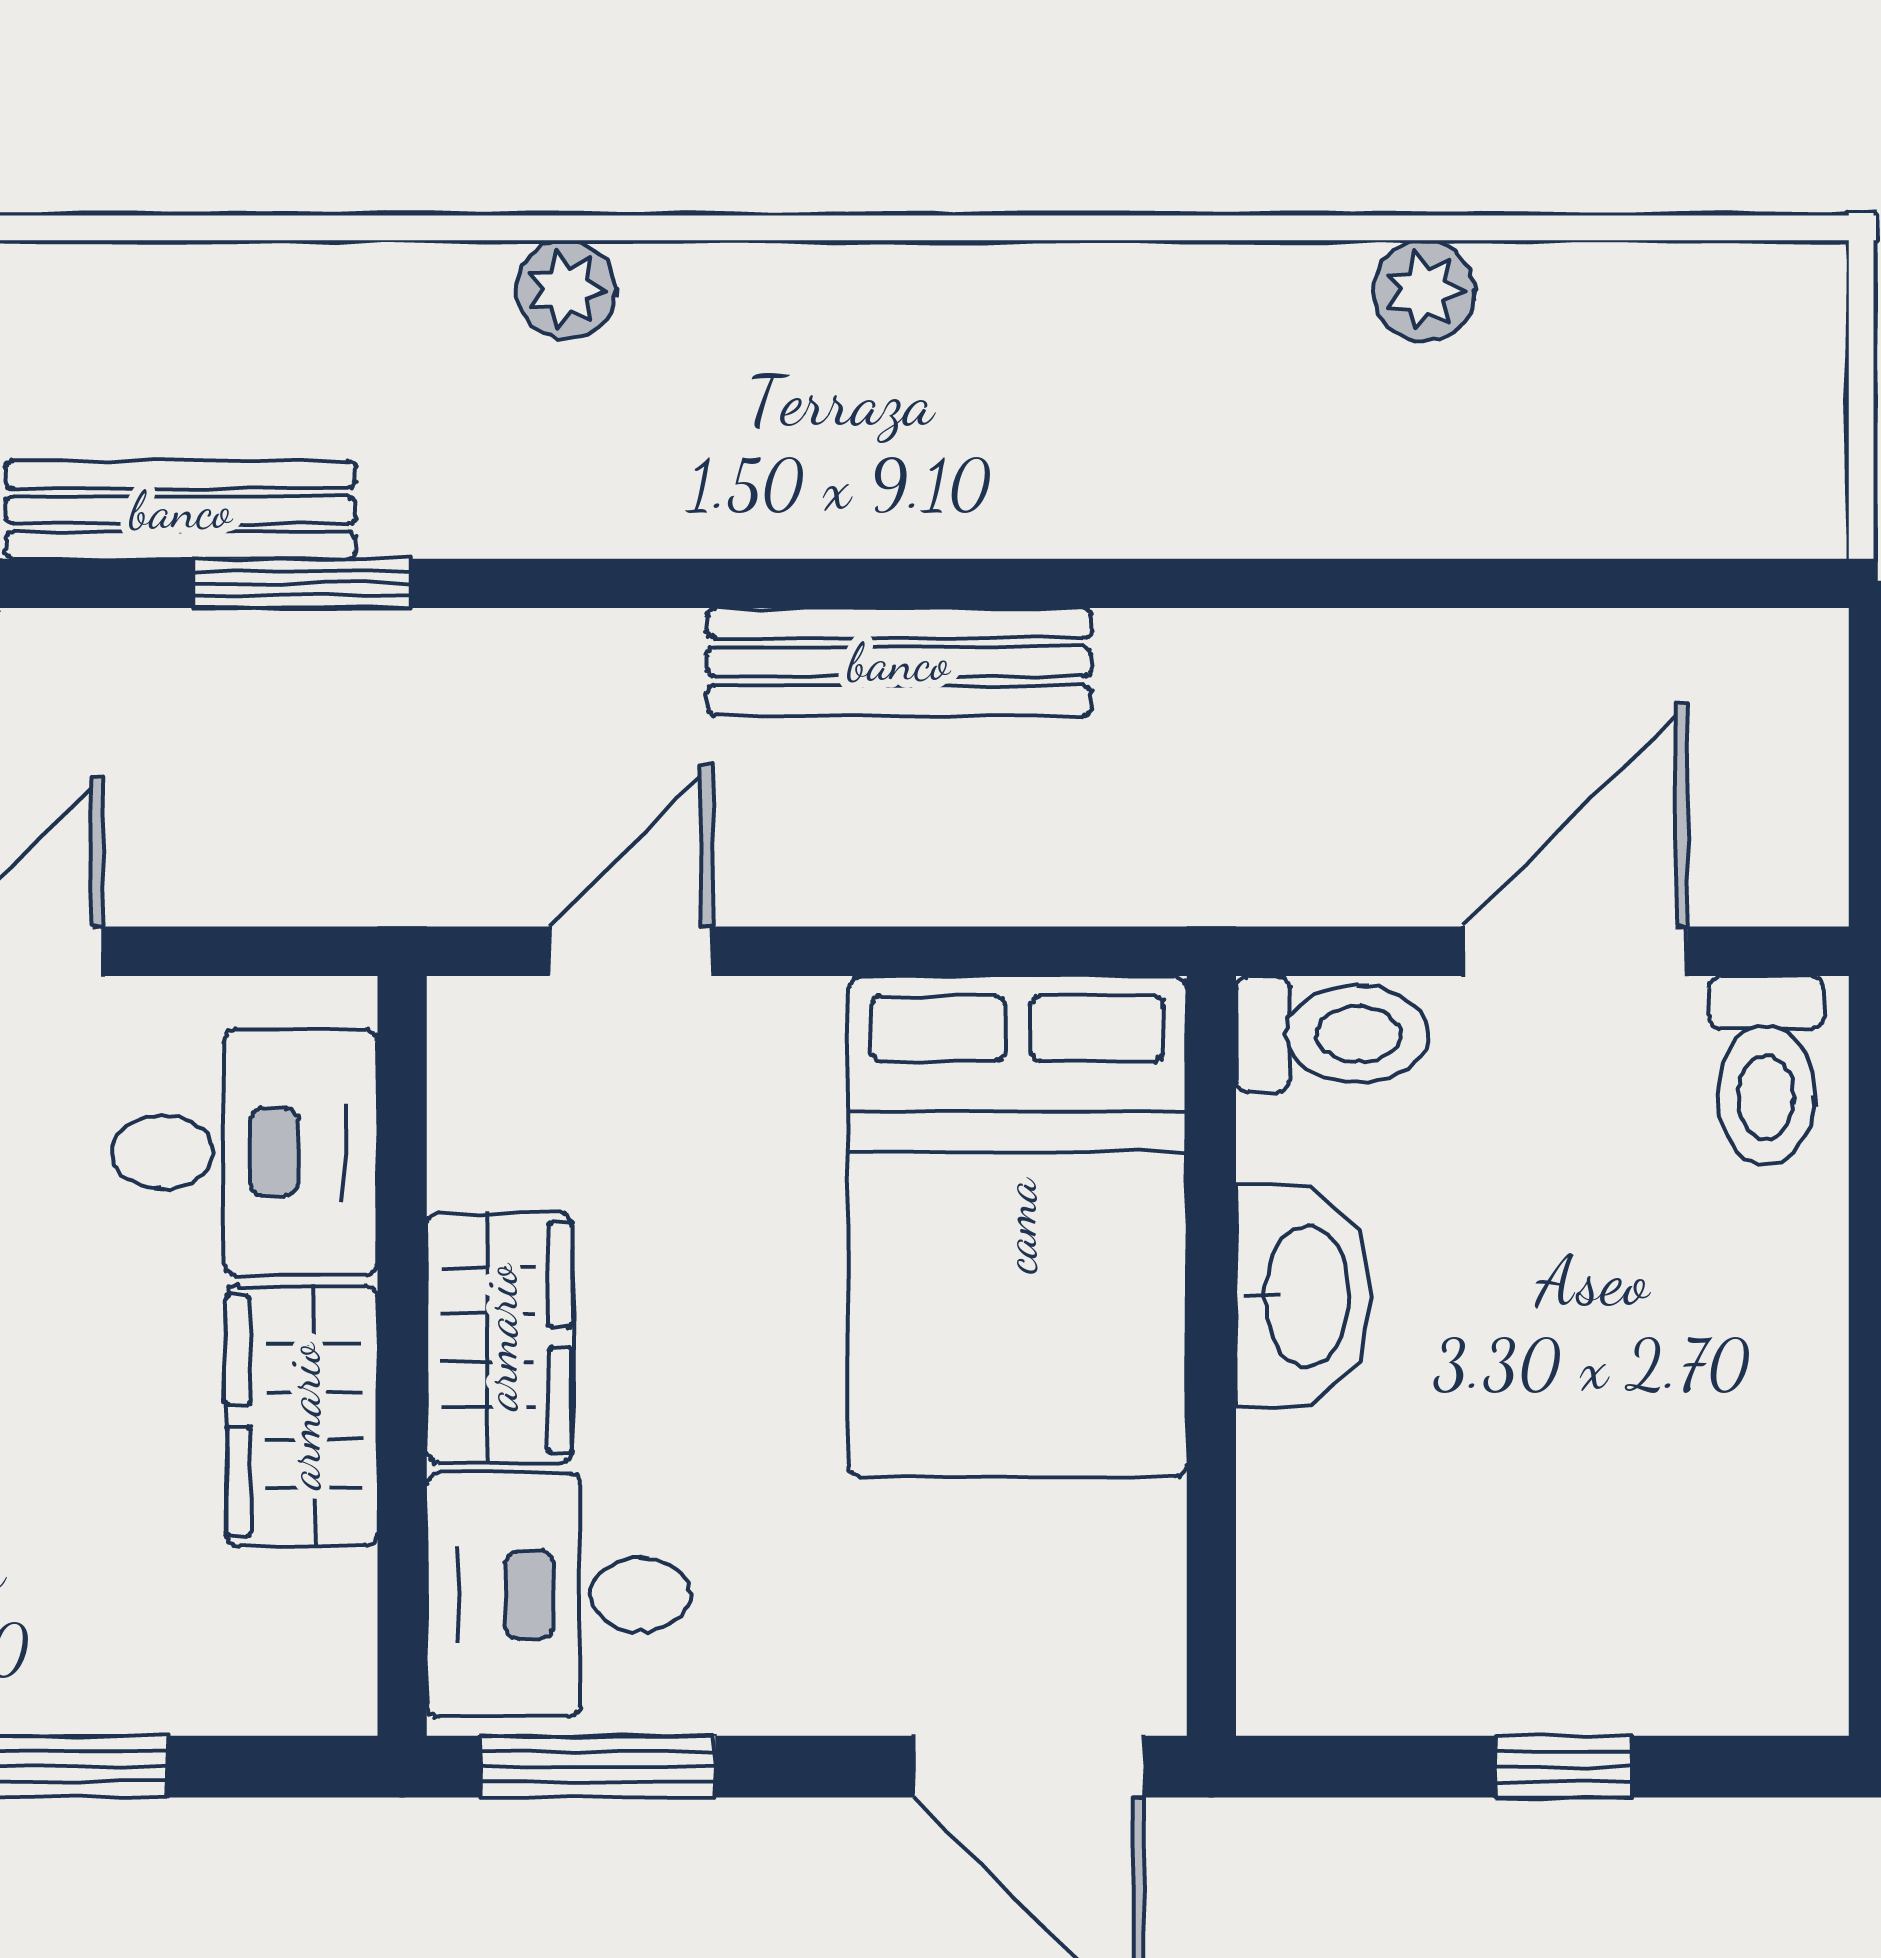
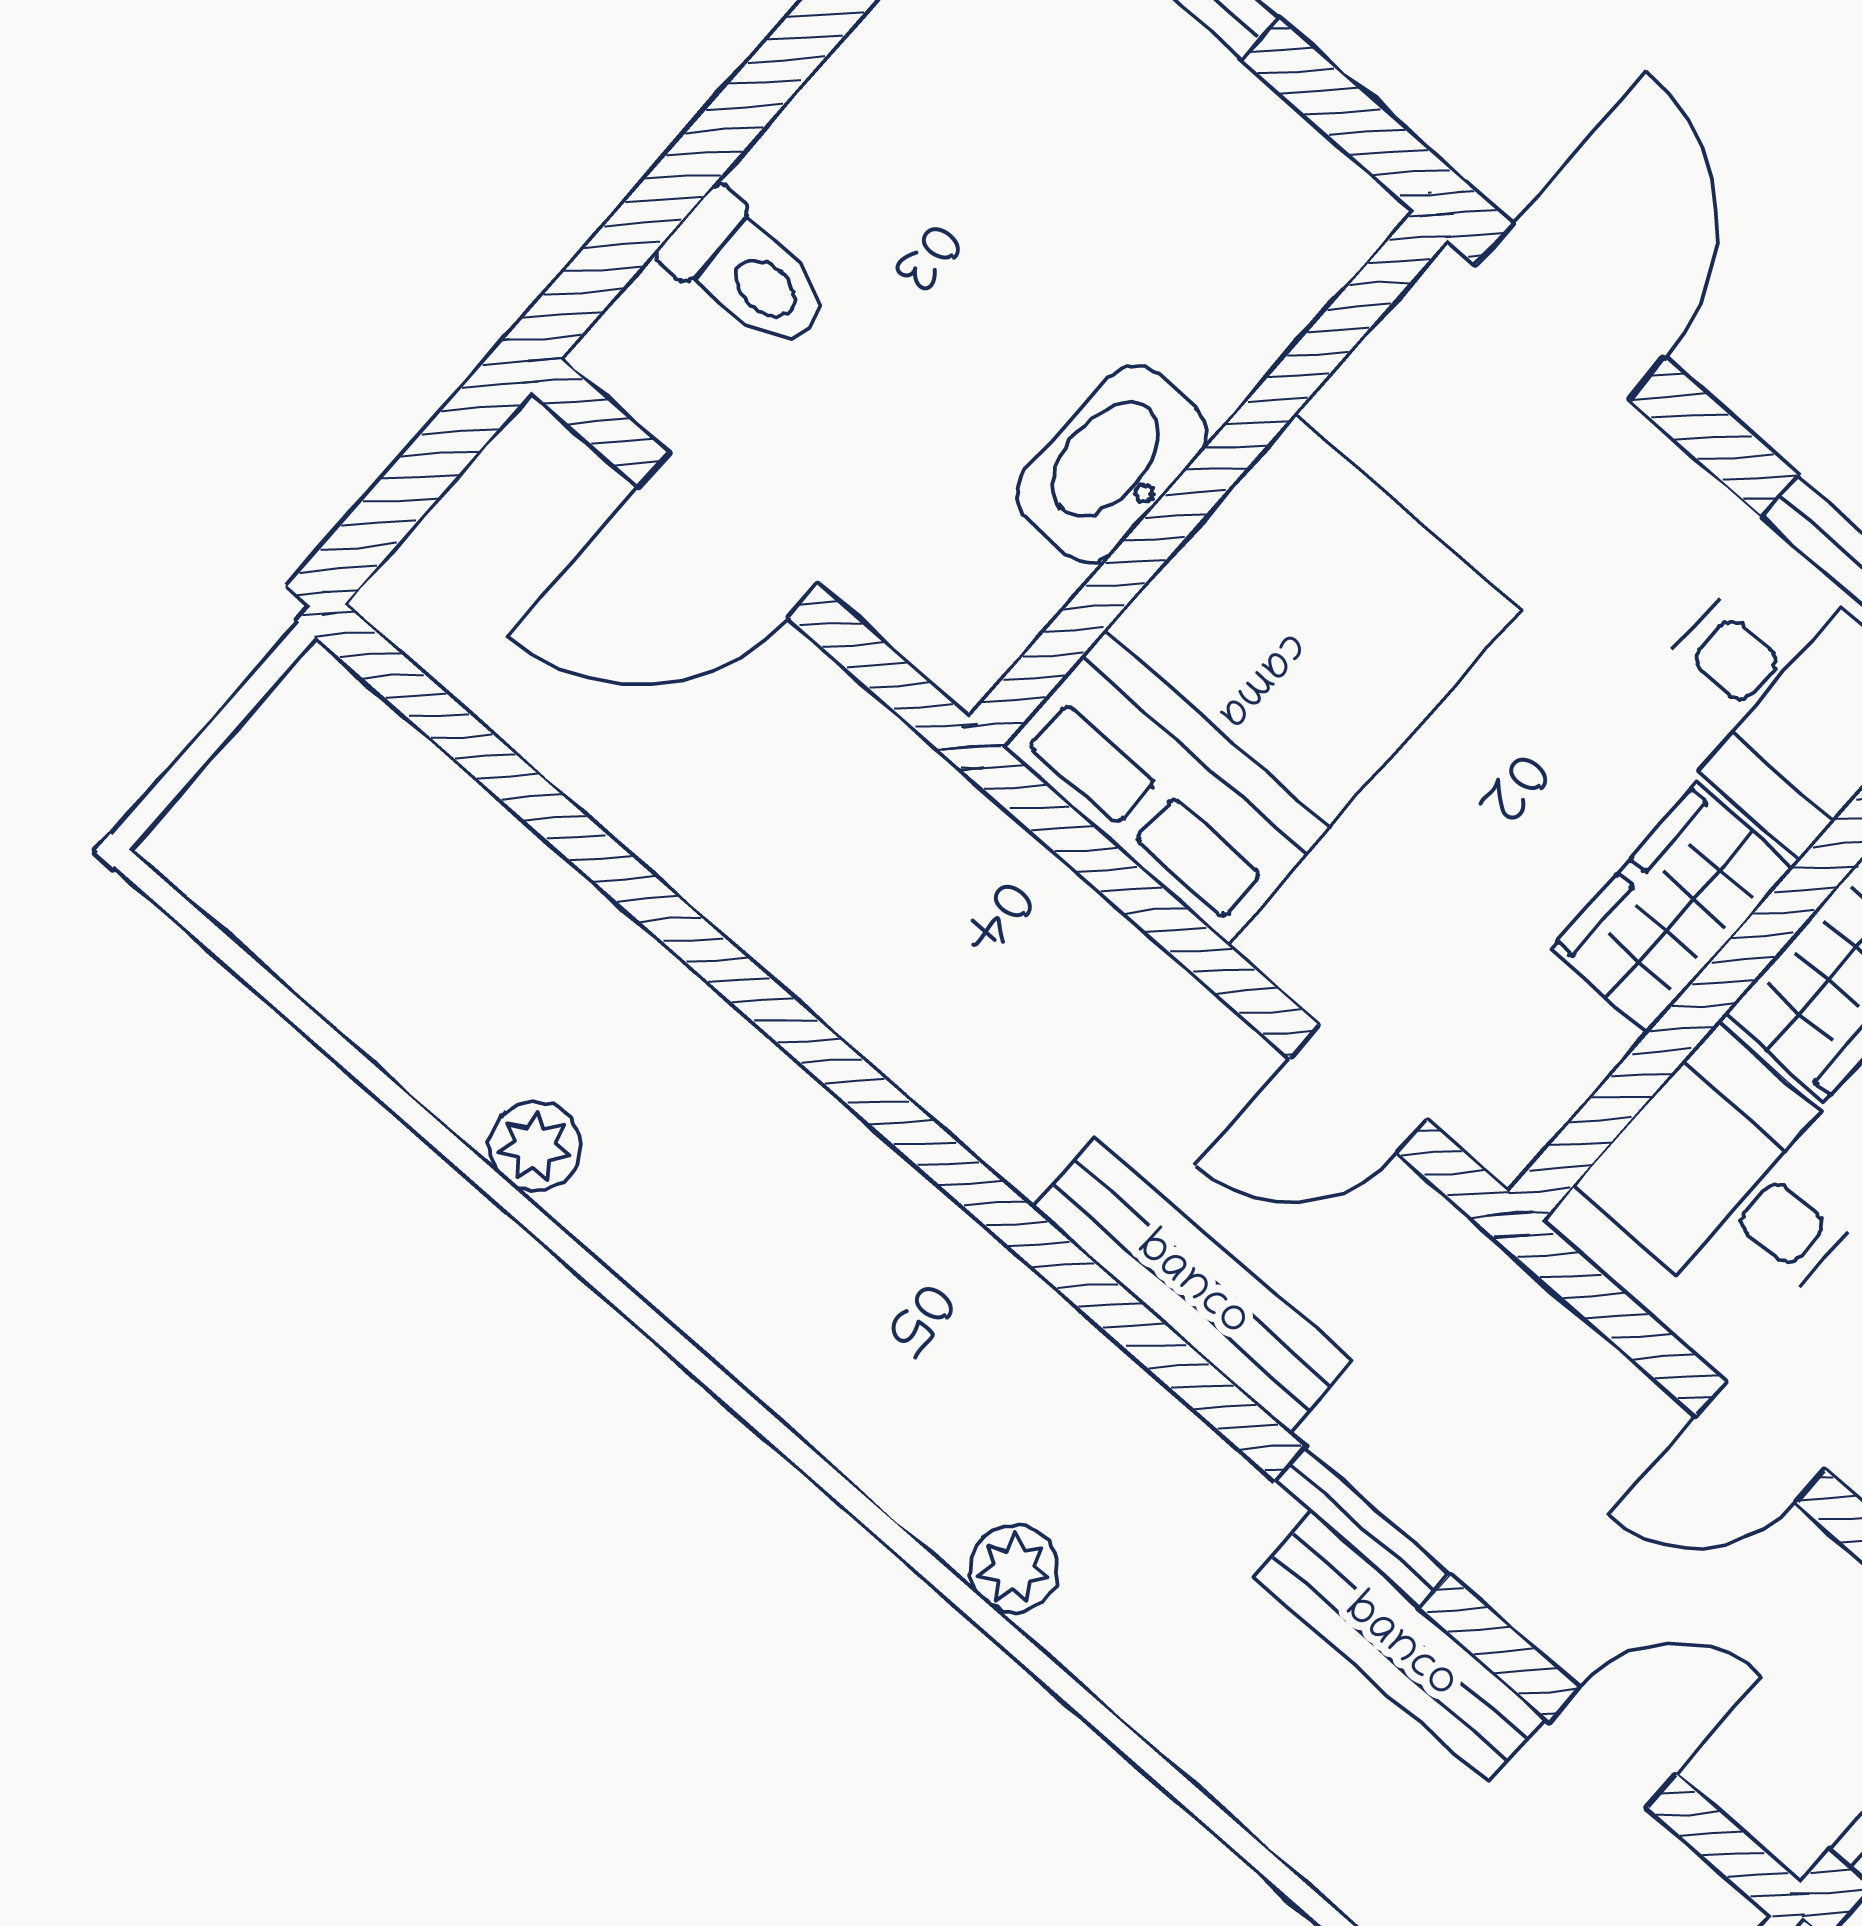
plant: (1424, 291) -> (535, 1146), moved
bench: (899, 662) -> (1192, 1285), moved
toilet: (1332, 1034) -> (939, 623), removed
toilet: (1766, 1071) -> (748, 272), moved, turned 90

